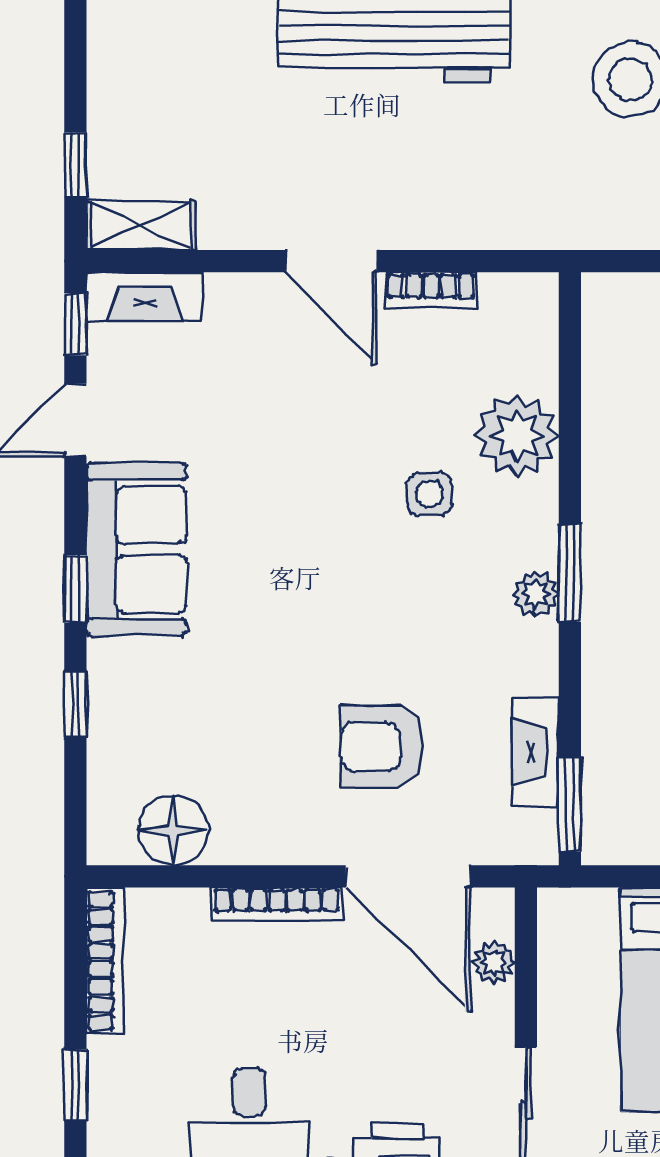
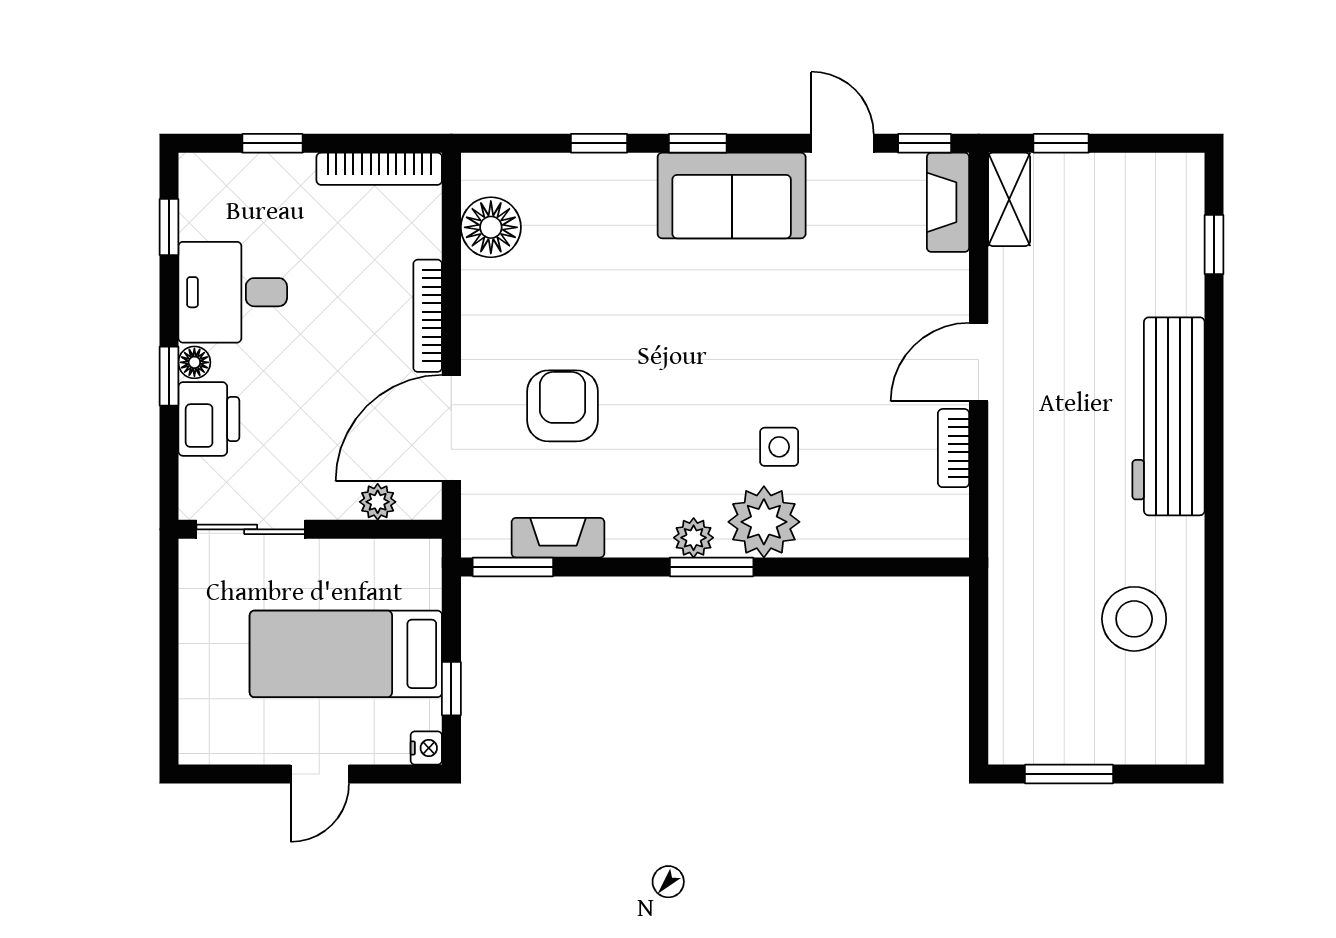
plant: (517, 436) -> (764, 522), moved

